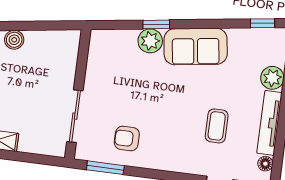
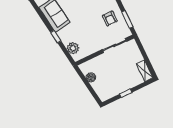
boiler: (14, 40) -> (91, 77), moved
plant: (150, 41) -> (73, 48), moved

